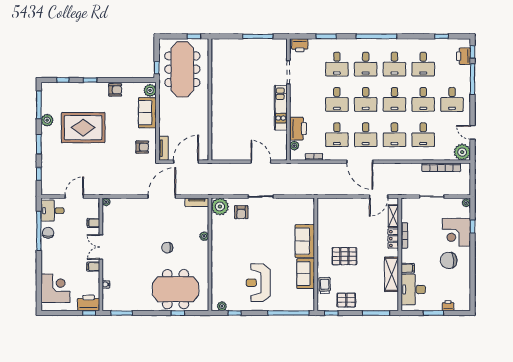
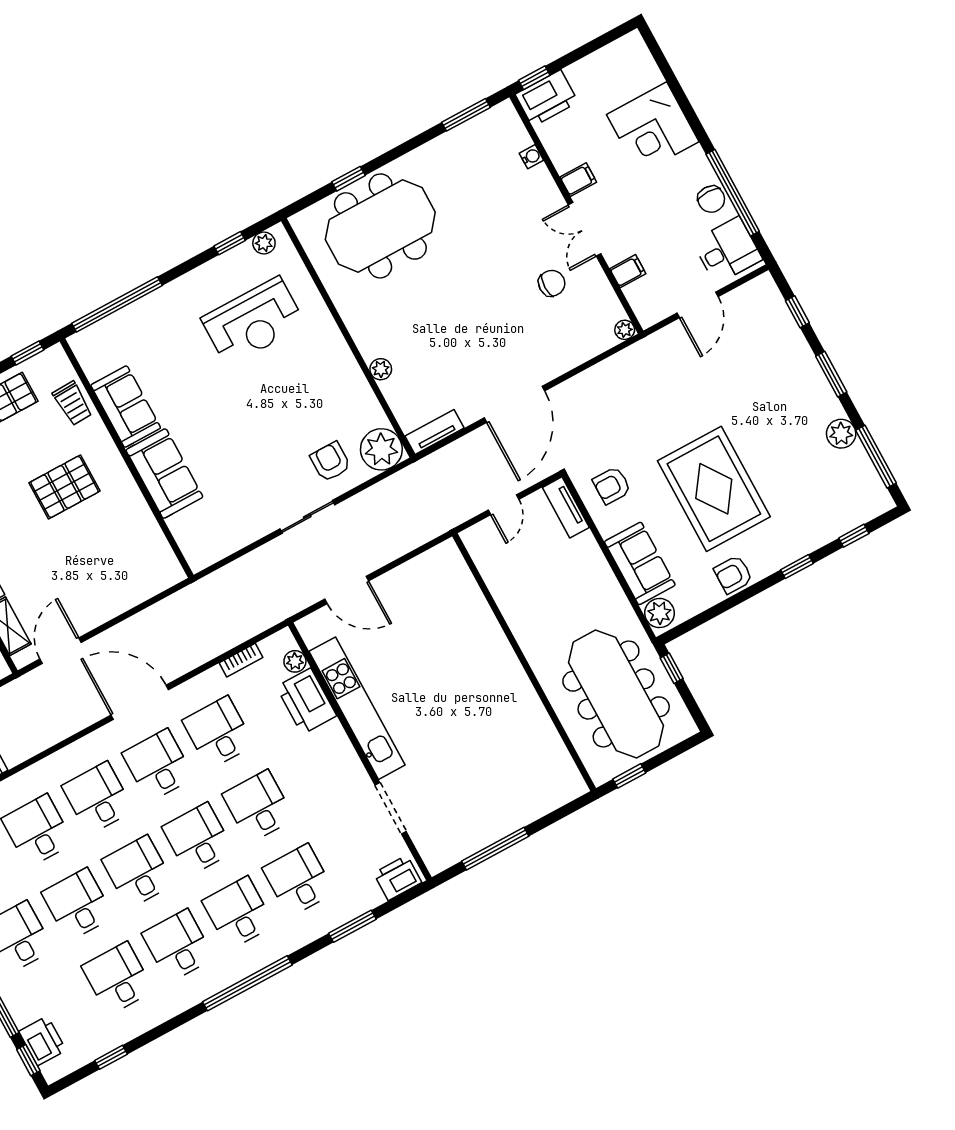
kitchen unit: (281, 108) -> (357, 708), width x1.36
rug: (83, 128) -> (714, 489), moved, turned 90
door: (186, 162) -> (503, 505), width x0.53
double door: (101, 247) -> (585, 229), swing flipped
chair: (167, 248) -> (552, 283), moved
reception desk: (258, 283) -> (253, 321), moved, turned 90
corner desk: (55, 288) -> (653, 128), moved

